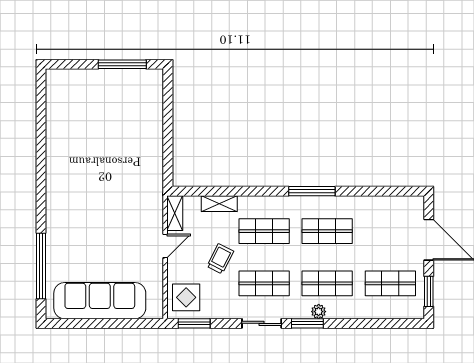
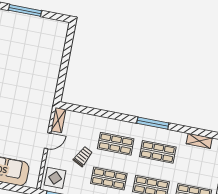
window: (122, 64) -> (25, 10), moved
shelving: (219, 204) -> (199, 141), moved

